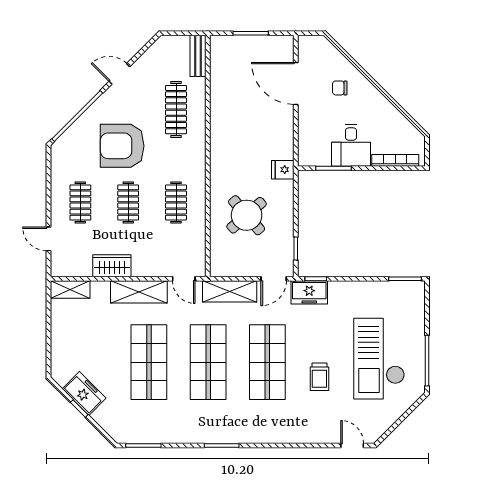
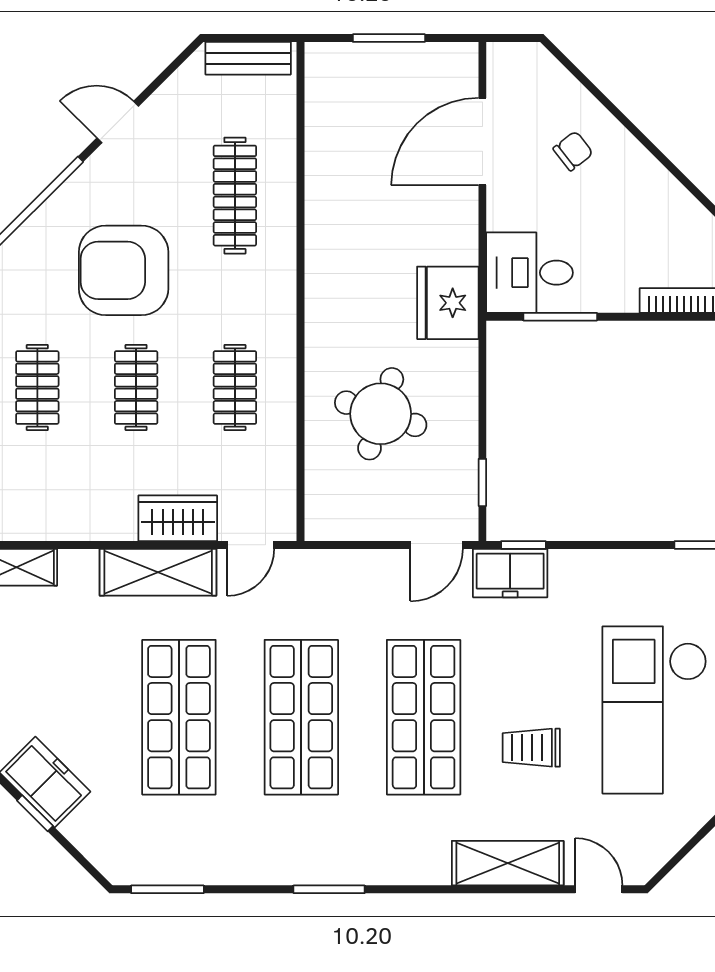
bench: (198, 56) -> (248, 58), moved, turned 90
door: (296, 83) -> (482, 141), hinge flipped
chair: (340, 88) -> (573, 151), turned 142
desk: (351, 145) -> (530, 273), moved, turned 90
fridge: (283, 170) -> (448, 303), width x1.88, depth x1.34
round table: (247, 215) -> (381, 414), turned -31
wardrobe: (112, 266) -> (178, 518), moved
door: (184, 279) -> (251, 545), hinge flipped
shelving: (230, 291) -> (508, 863), moved
trolley: (319, 377) -> (531, 748), turned 90

